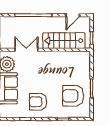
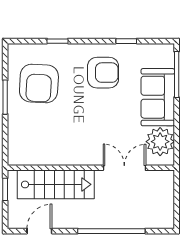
double door: (26, 50) -> (124, 168), swing flipped
armchair: (73, 96) -> (39, 83), turned 93

